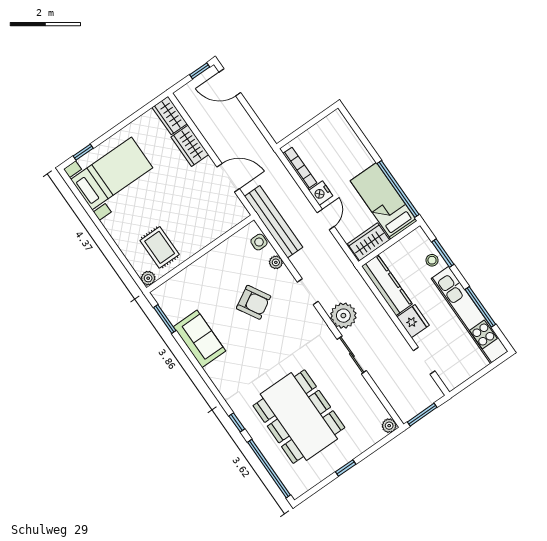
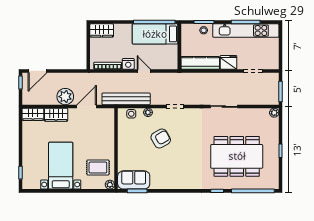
bed with nightstands: (112, 174) -> (61, 166), moved
wardrobe: (369, 242) -> (102, 30), moved, turned -90
plant: (343, 316) -> (65, 97), moved
sofa: (199, 339) -> (134, 180), moved

